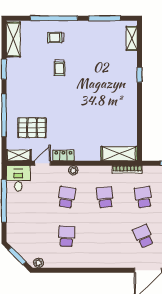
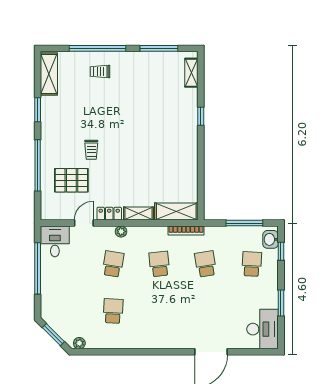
trolley: (60, 68) -> (91, 150), moved
shelving: (19, 155) -> (139, 213), moved
school desk: (143, 236) -> (206, 311), removed

